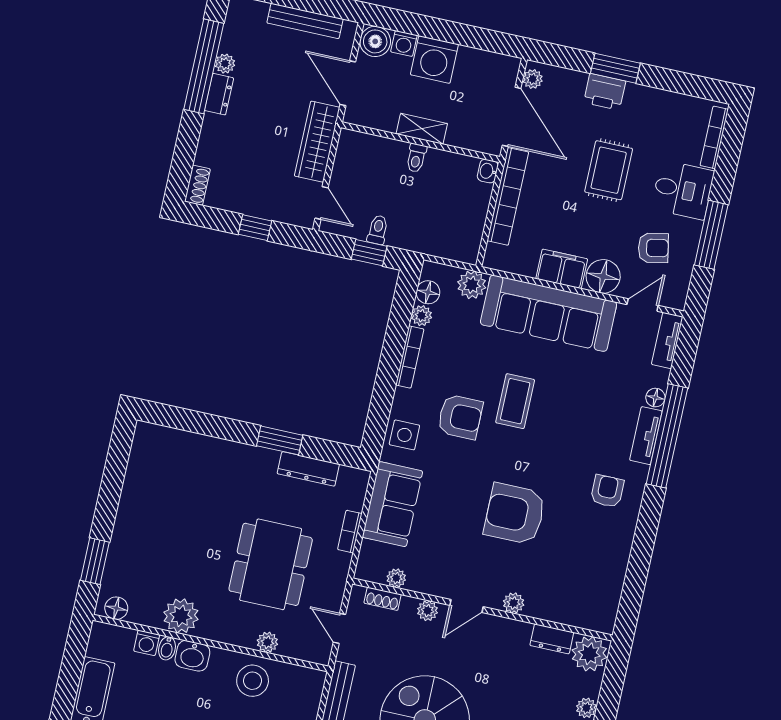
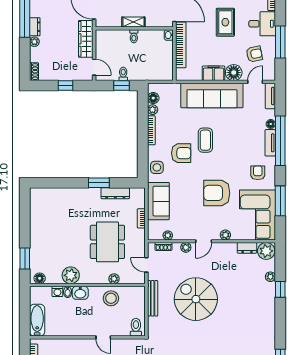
plant: (225, 64) -> (34, 42), moved
plant: (472, 285) -> (173, 90), removed
window: (640, 558) -> (280, 201), added
corner sofa: (588, 577) -> (257, 215), added

